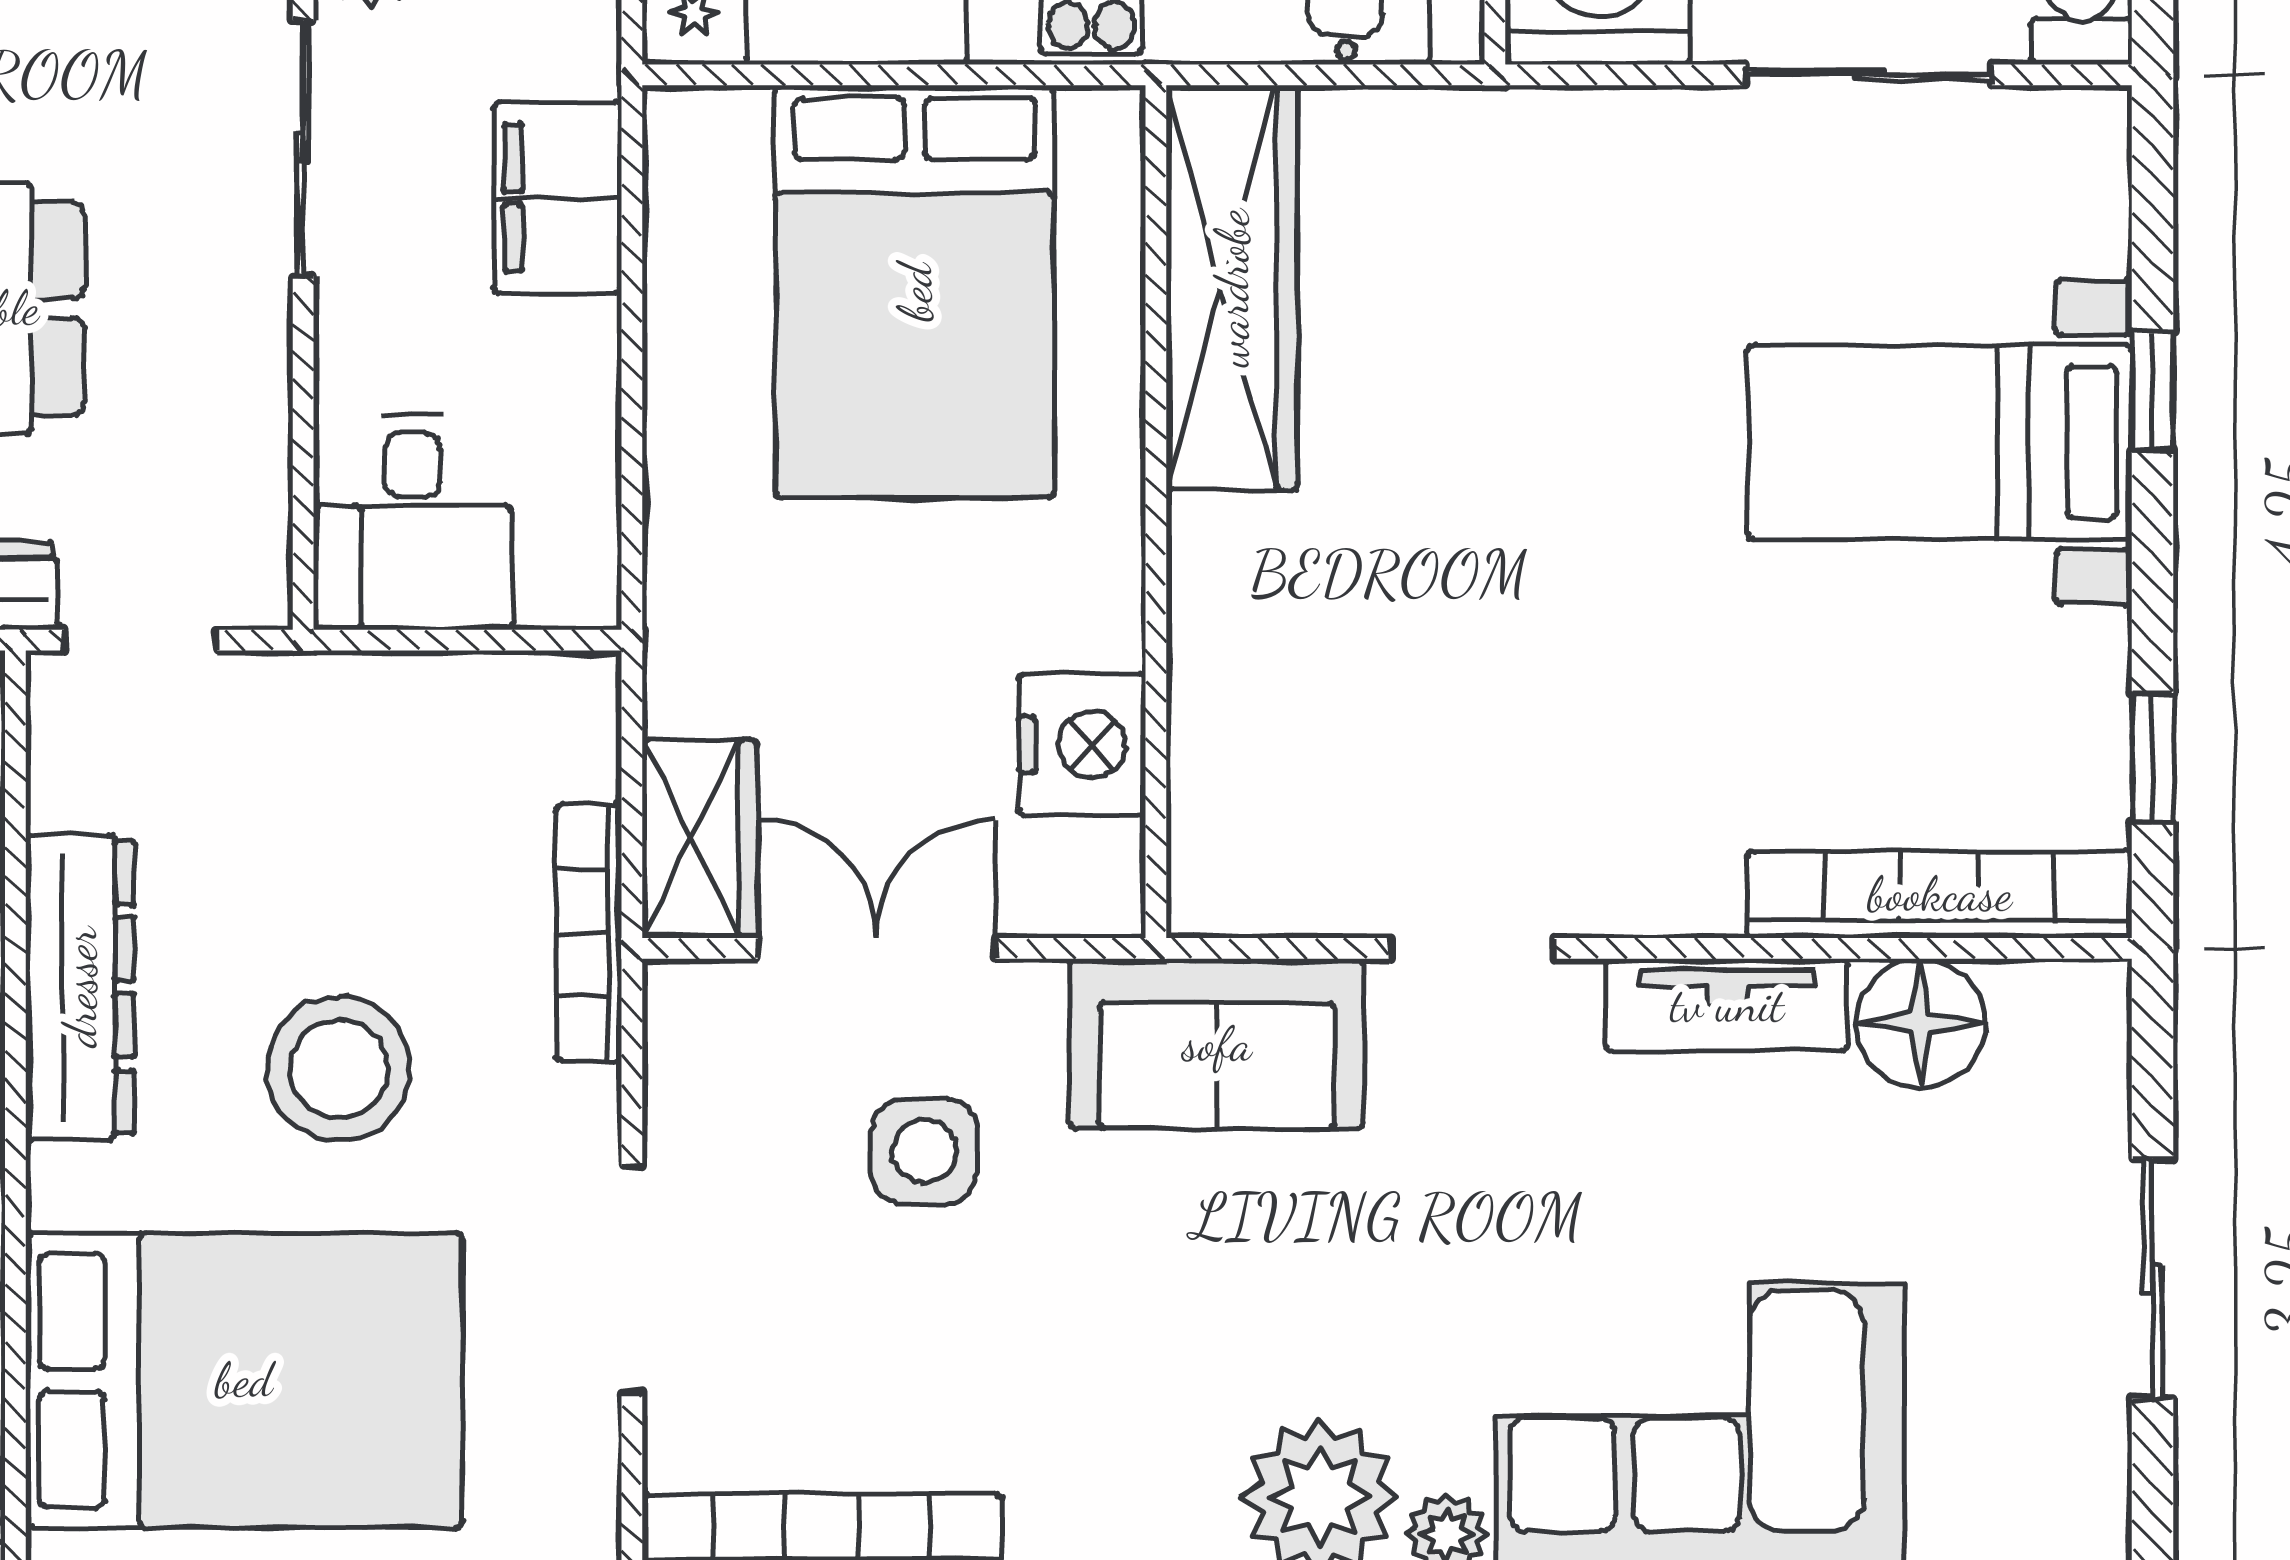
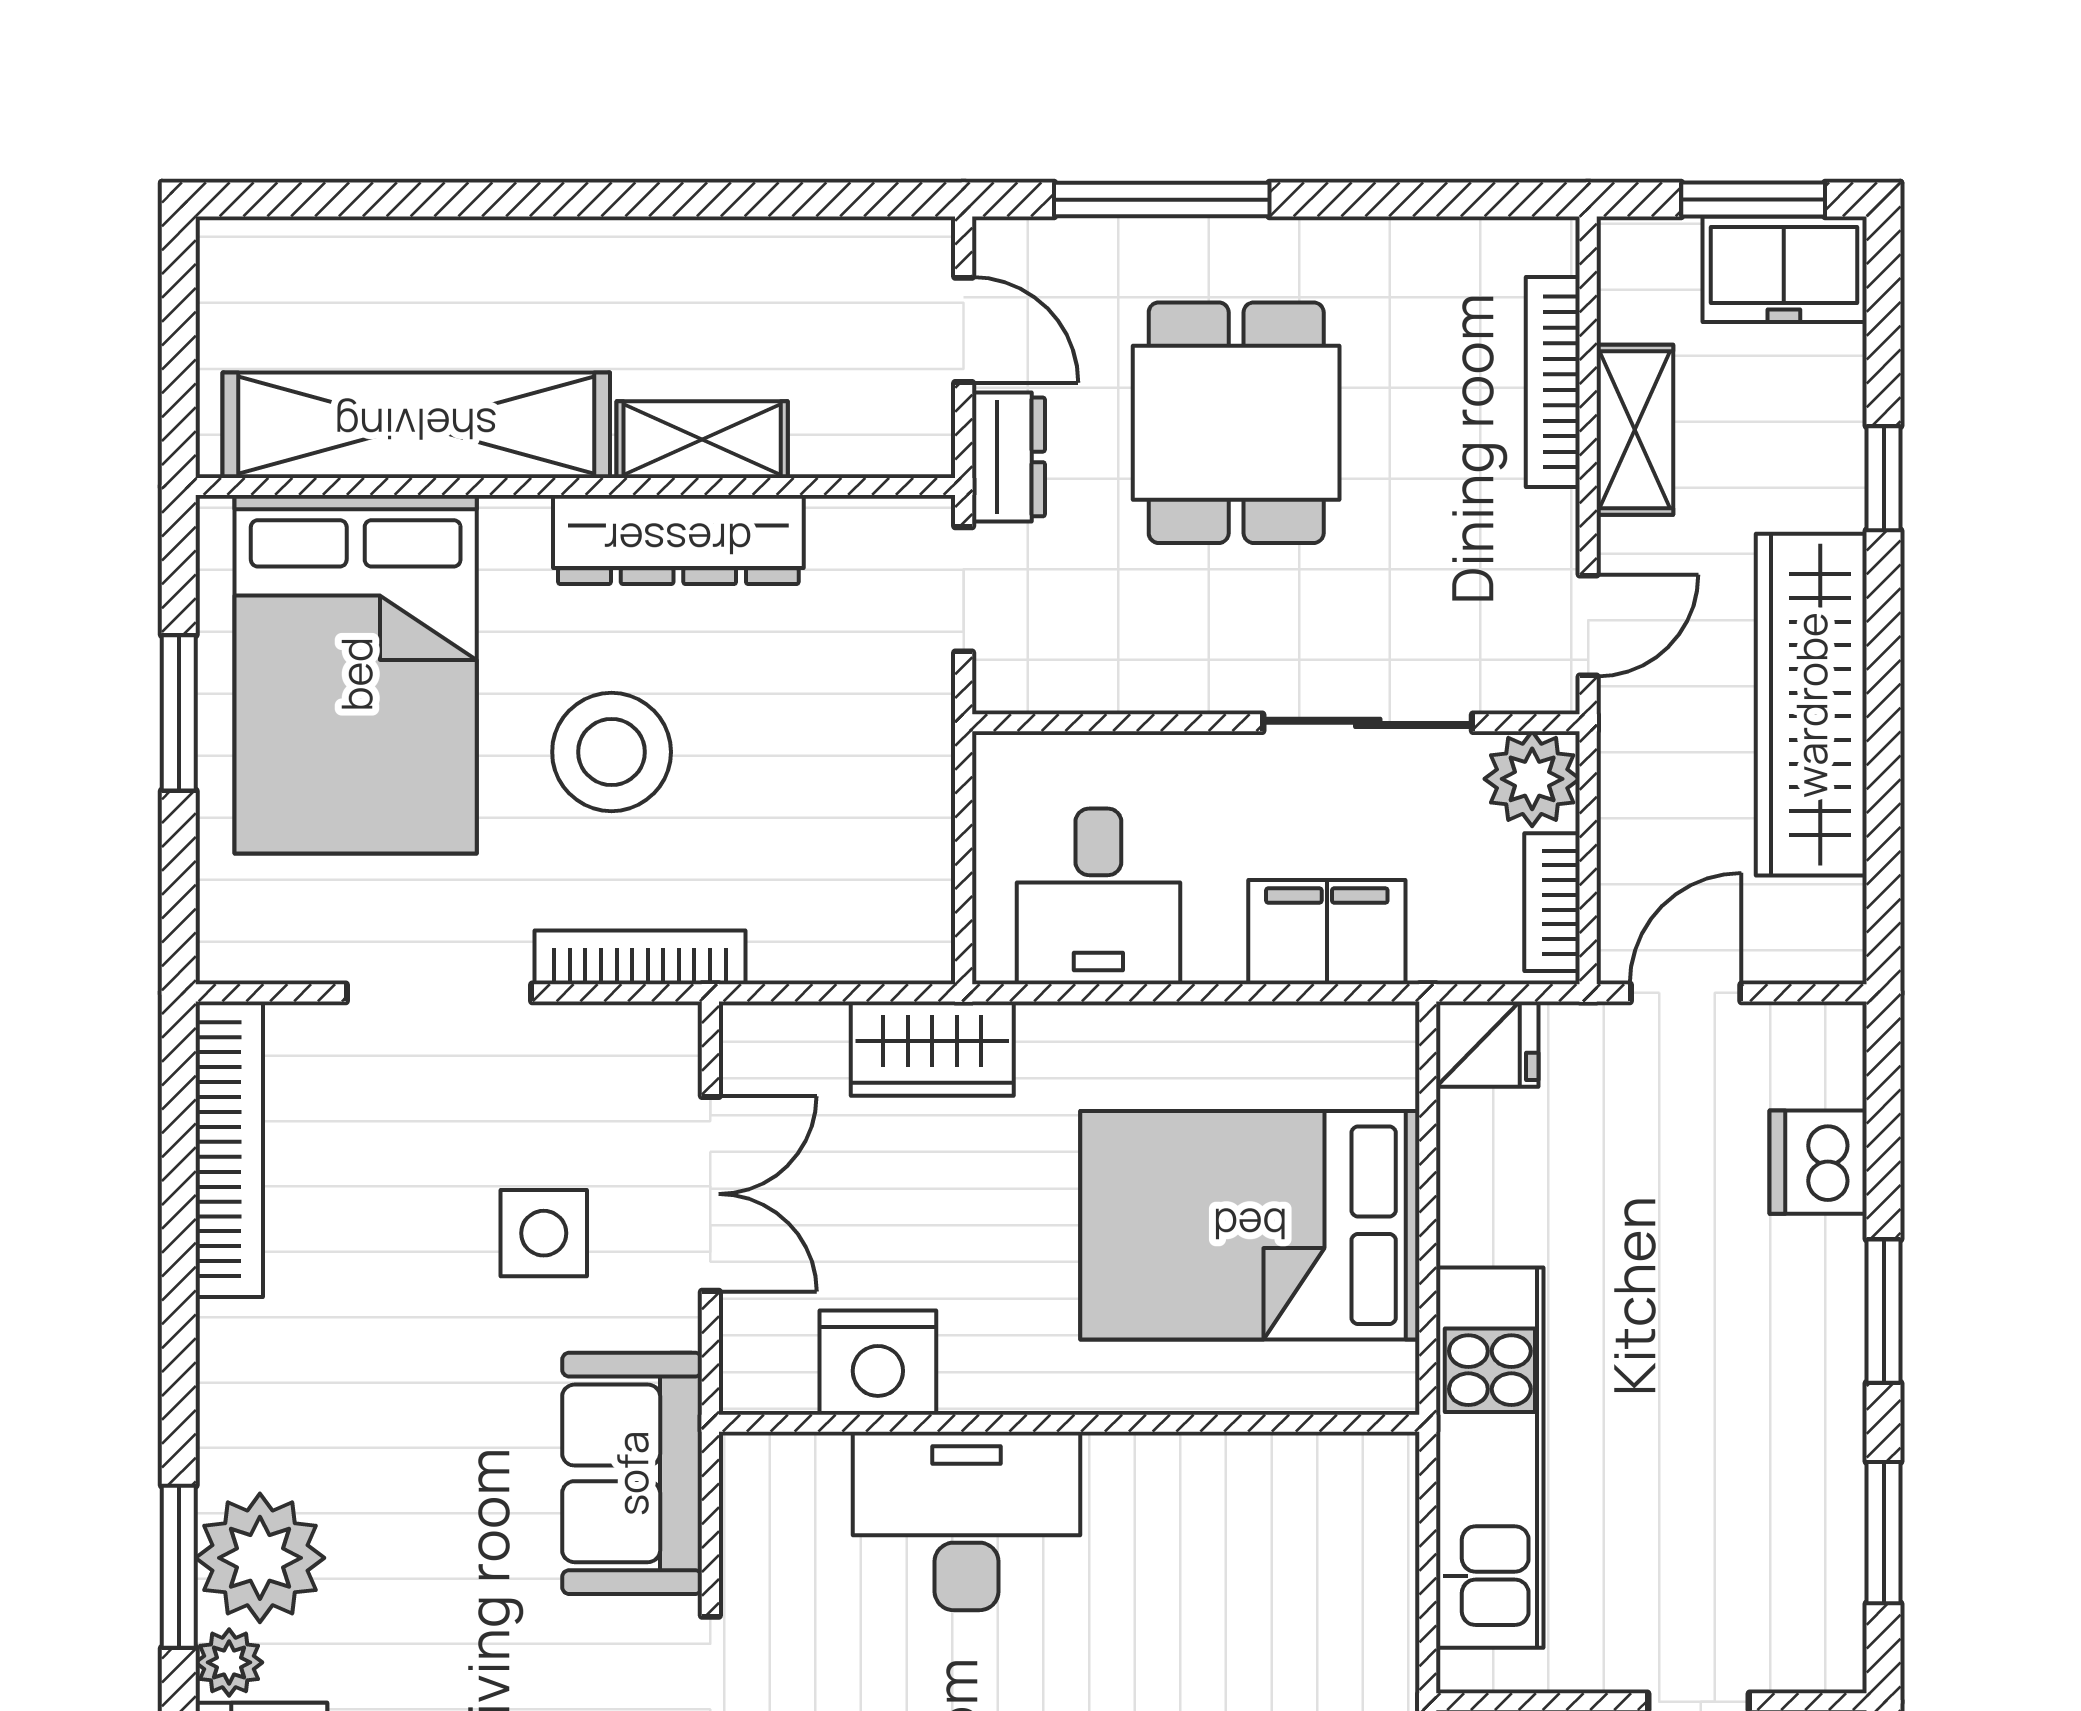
wardrobe: (1232, 288) -> (1253, 1486), removed
desk: (413, 523) -> (1098, 896), moved, turned -90
desk: (1275, 637) -> (967, 1521), added
wardrobe: (700, 839) -> (932, 1049), moved
bookcase: (589, 933) -> (640, 957), moved

